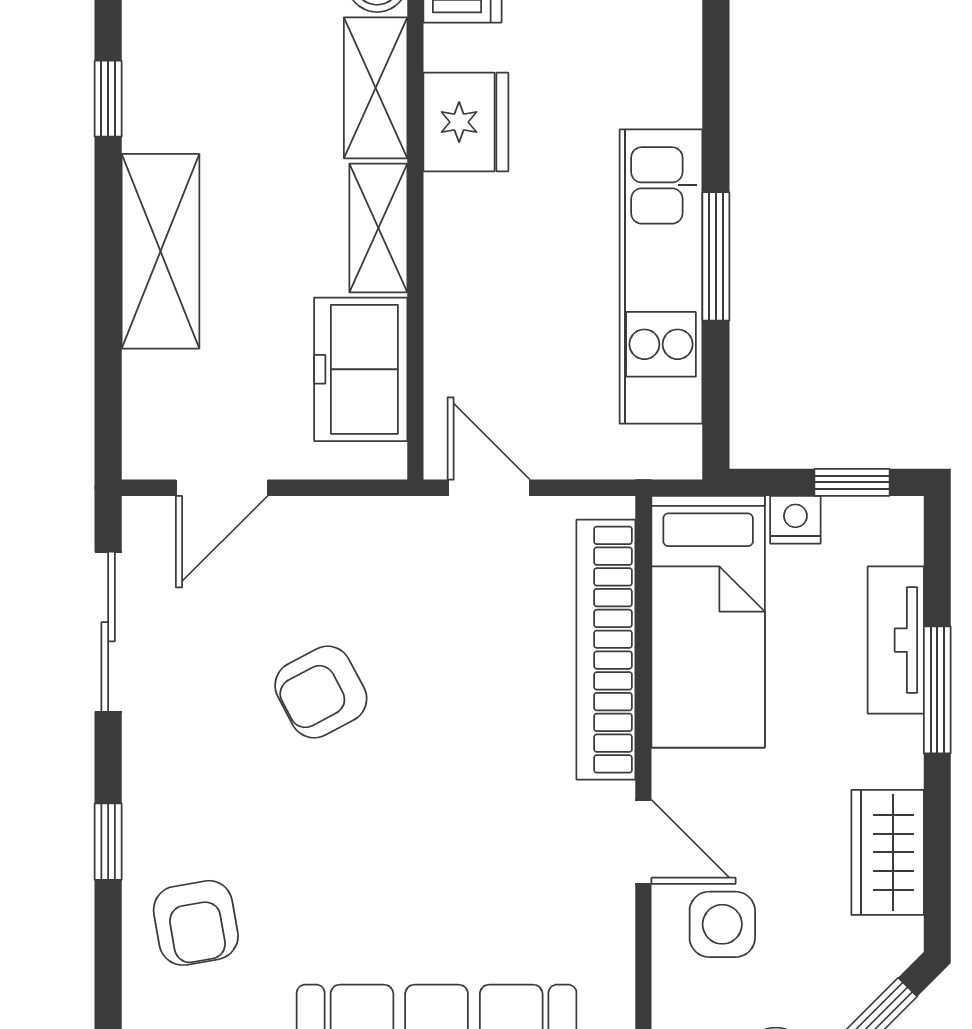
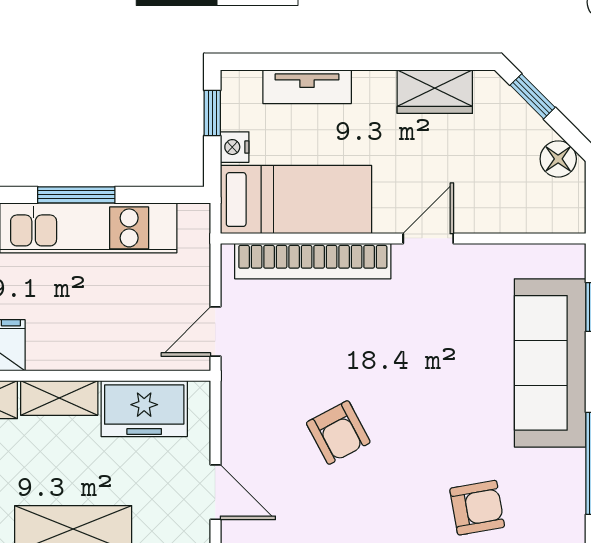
window: (937, 690) -> (337, 62), removed
side table: (722, 924) -> (478, 191), removed

